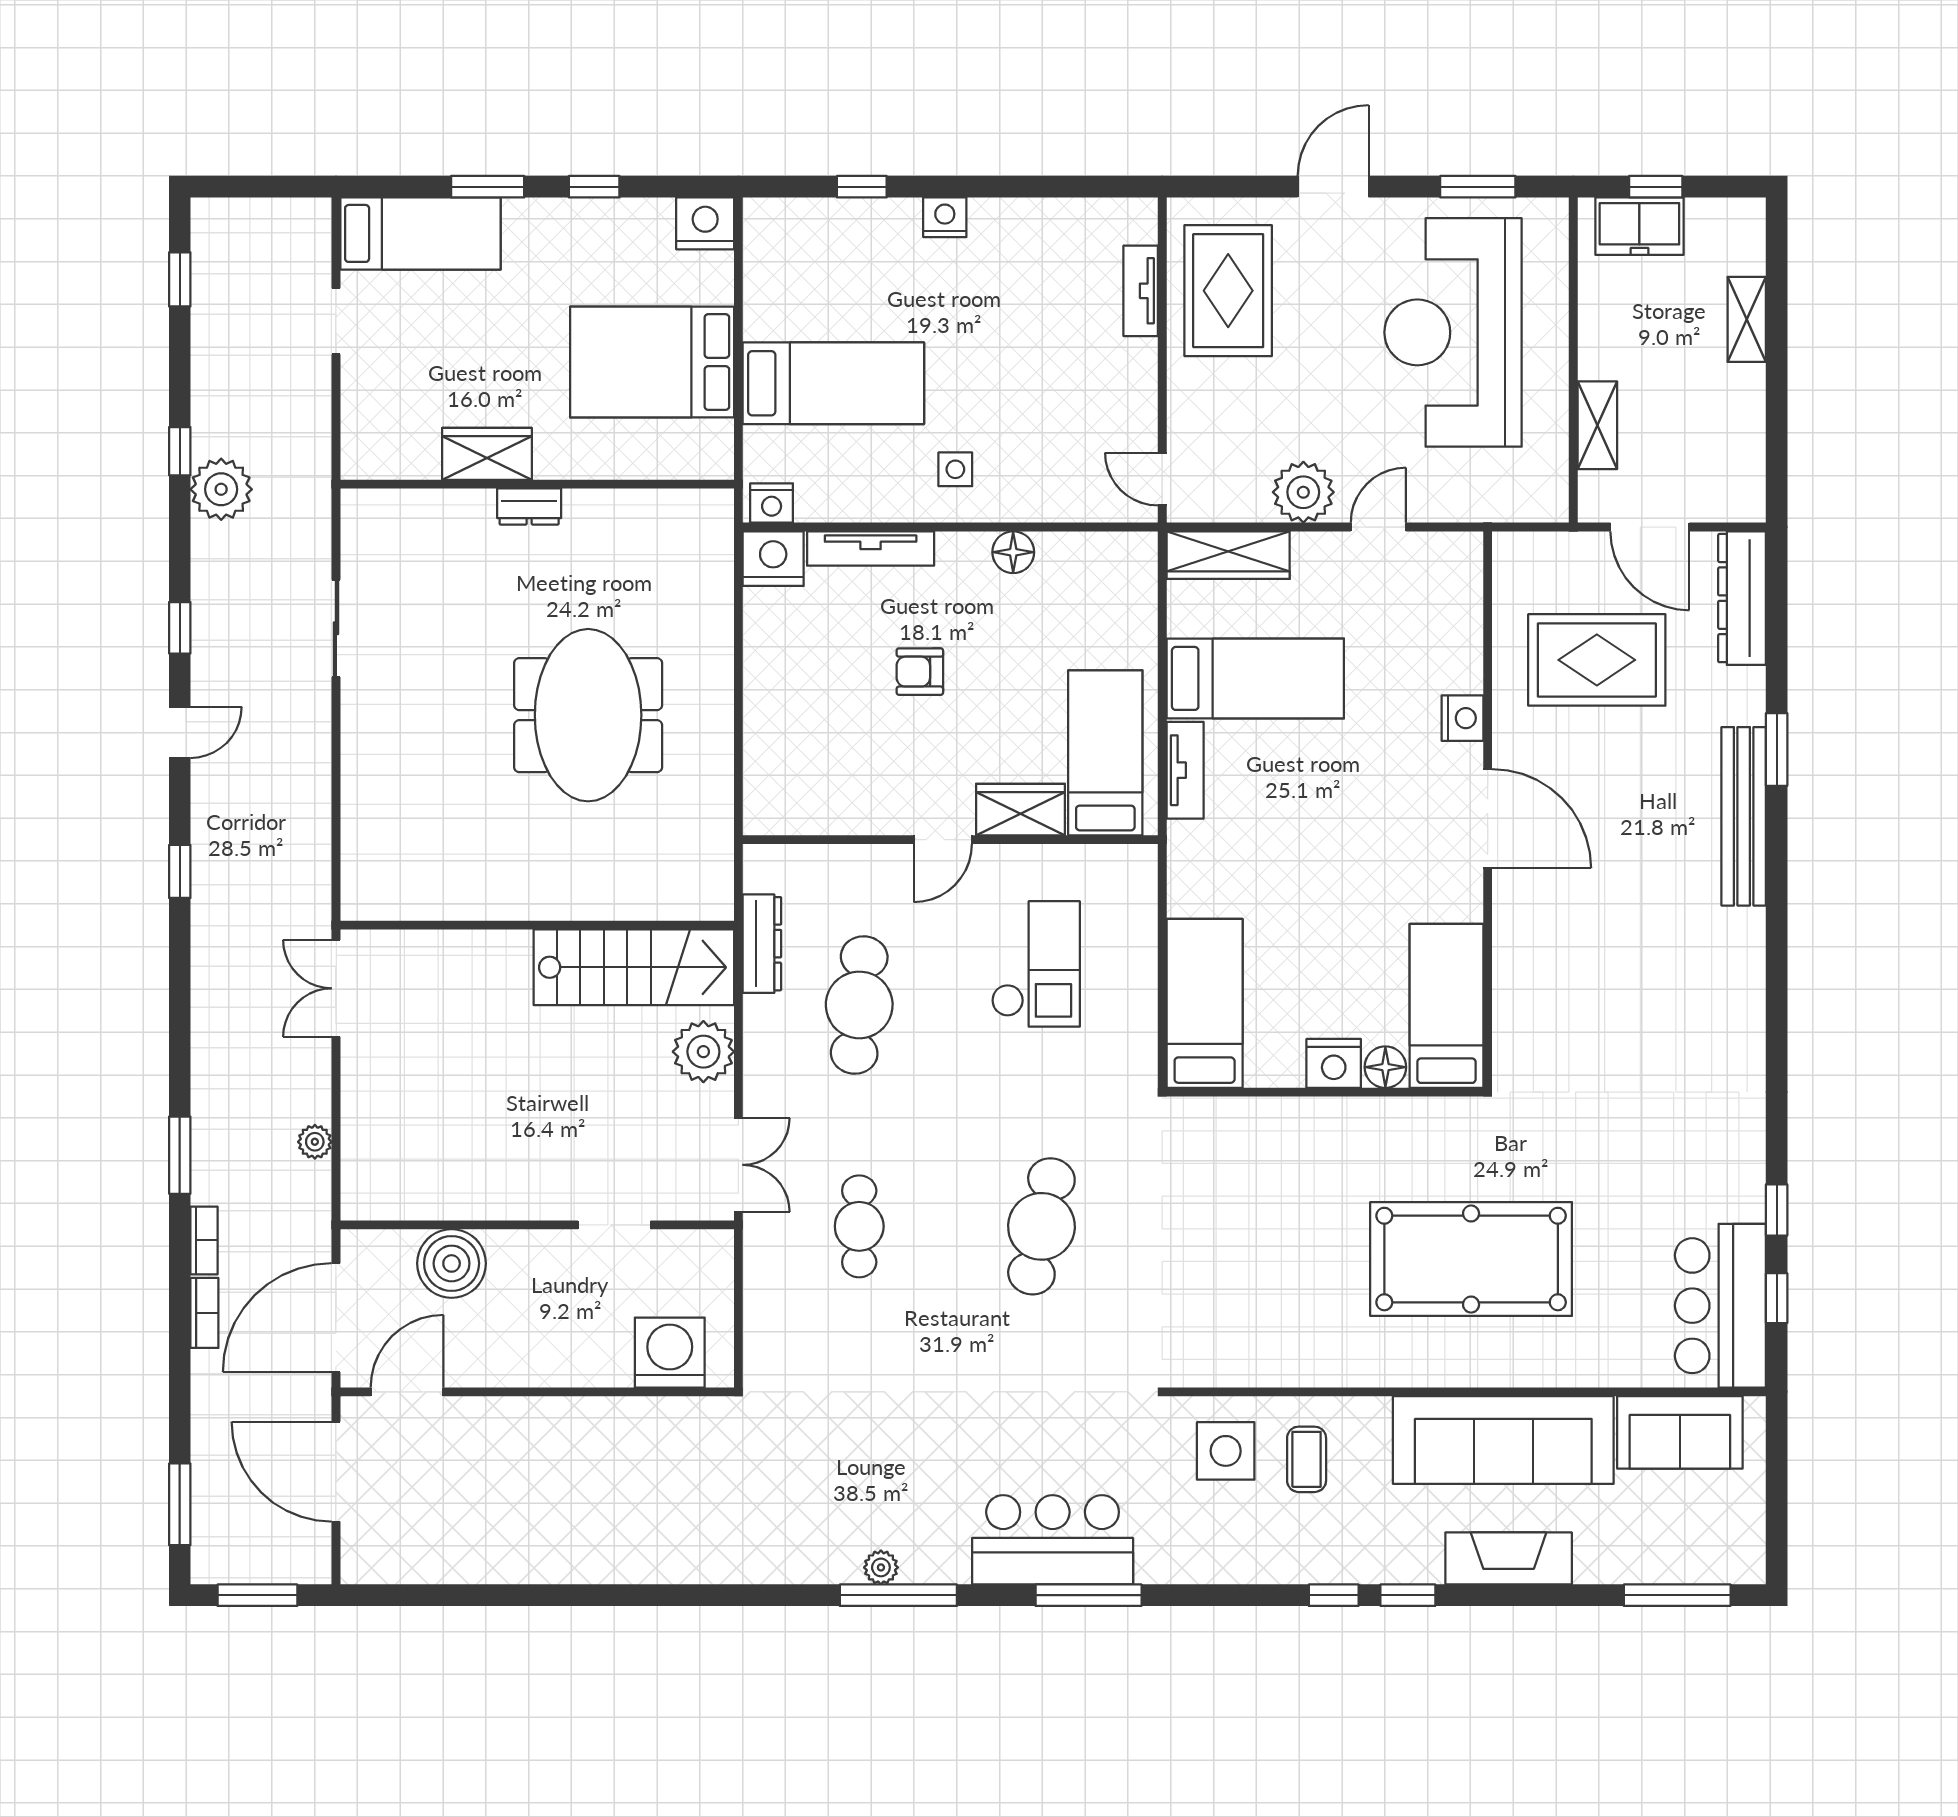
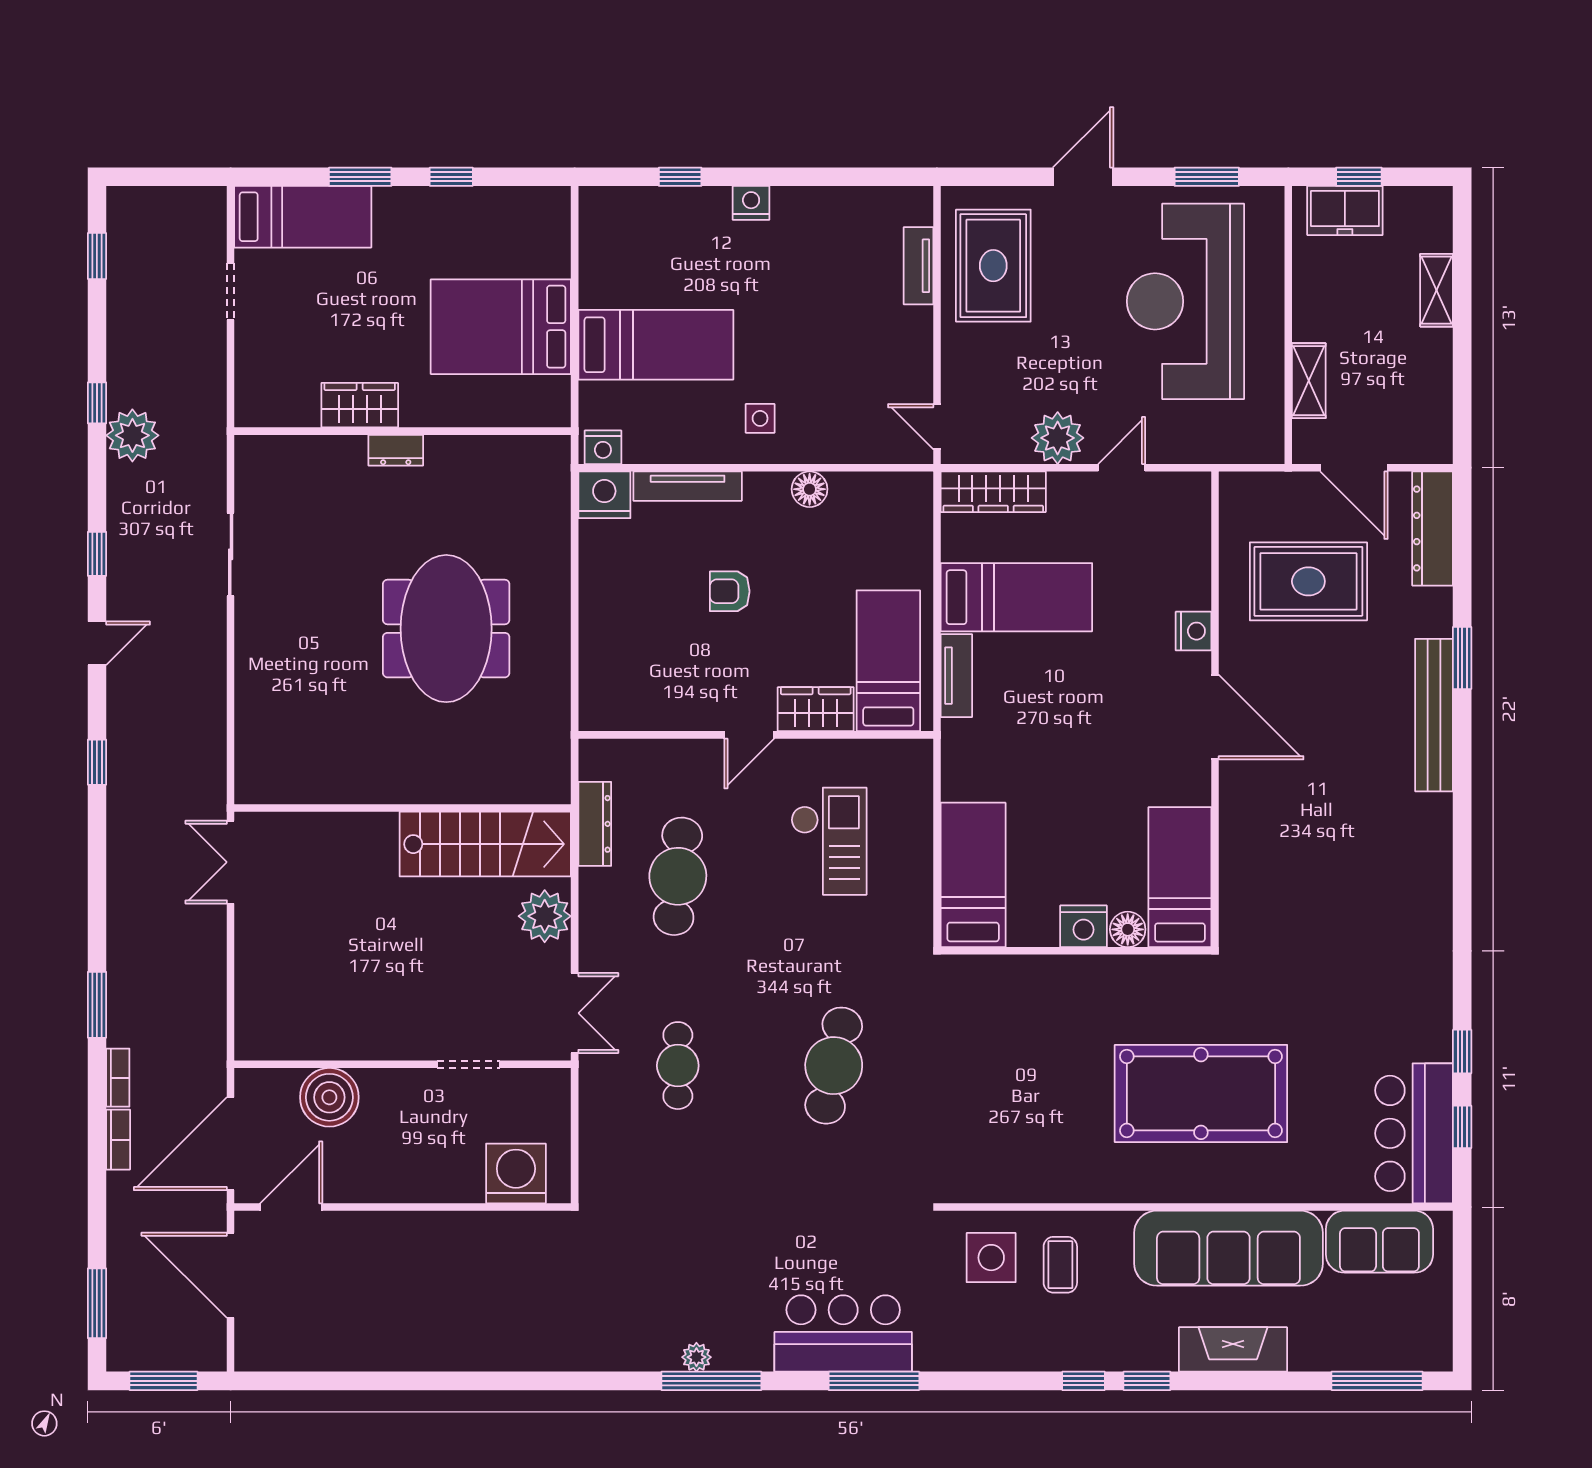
nightstand: (705, 223) -> (546, 208), removed
plant: (315, 1142) -> (212, 993), removed

